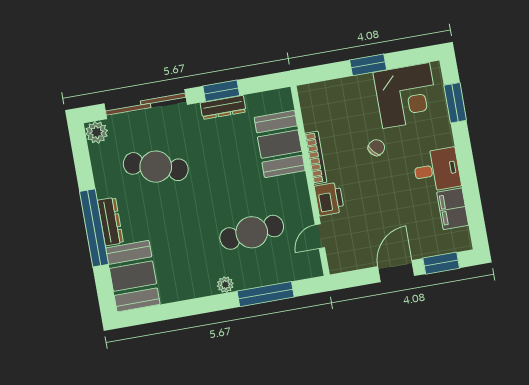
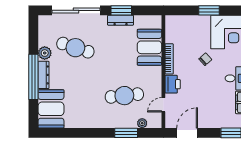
plant: (97, 132) -> (45, 53), moved
door: (396, 271) -> (187, 133), moved
plant: (225, 285) -> (142, 123), moved
window: (266, 294) -> (126, 133), width x0.69

